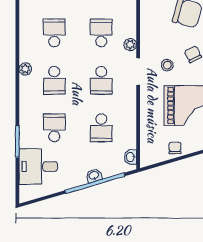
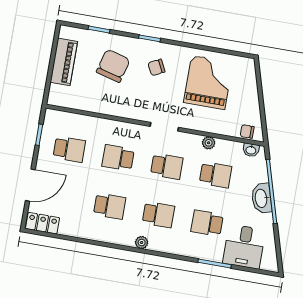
school desk: (54, 33) -> (110, 206), turned 180
plant: (130, 45) -> (209, 143), moved
stool: (167, 65) -> (163, 96), removed
chair: (175, 148) -> (247, 132), moved
washbasin: (94, 176) -> (262, 198), width x1.91, depth x1.45

